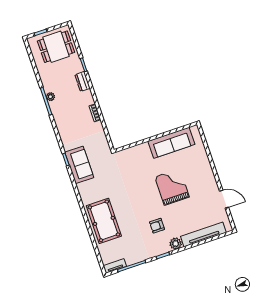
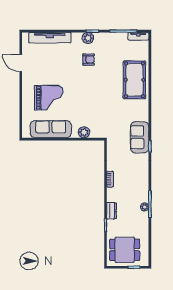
plant: (137, 151) -> (84, 132), added
grand piano: (172, 187) -> (49, 98), moved, turned -90
plant: (176, 244) -> (88, 38), moved

